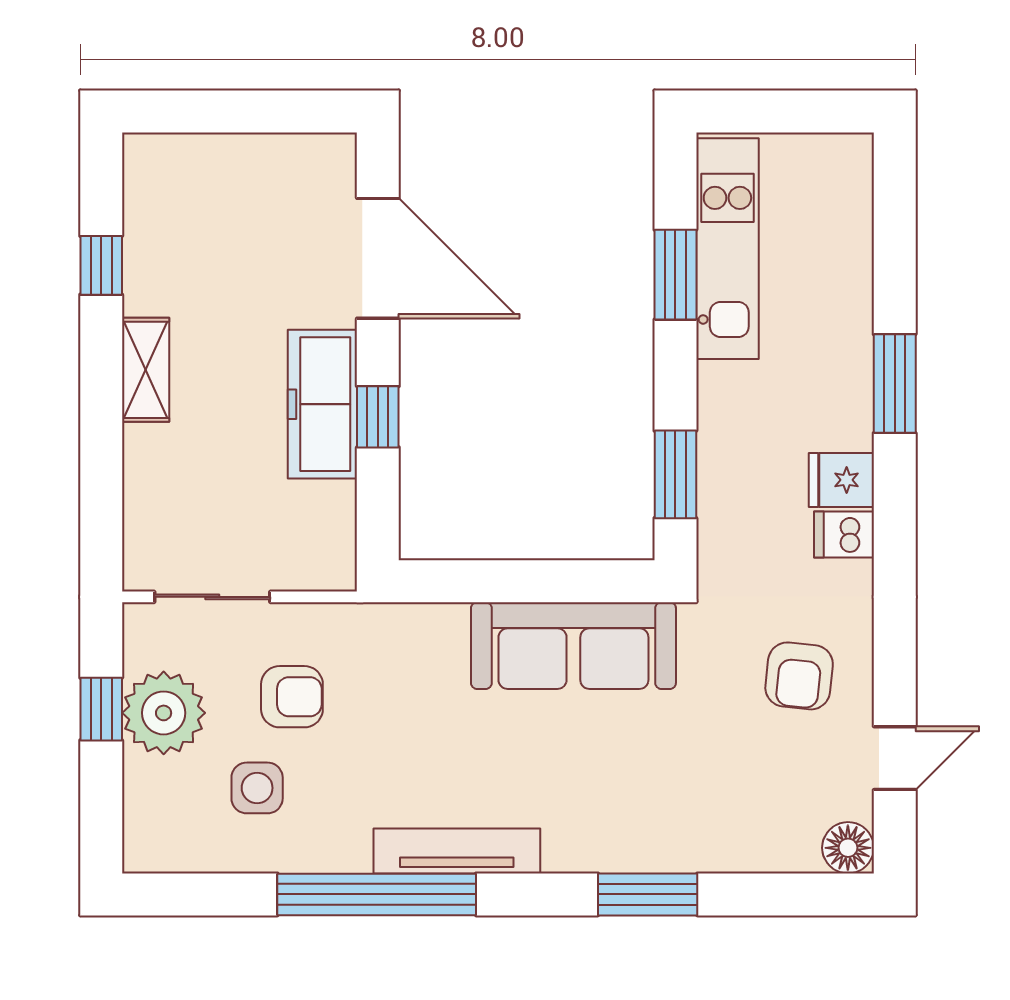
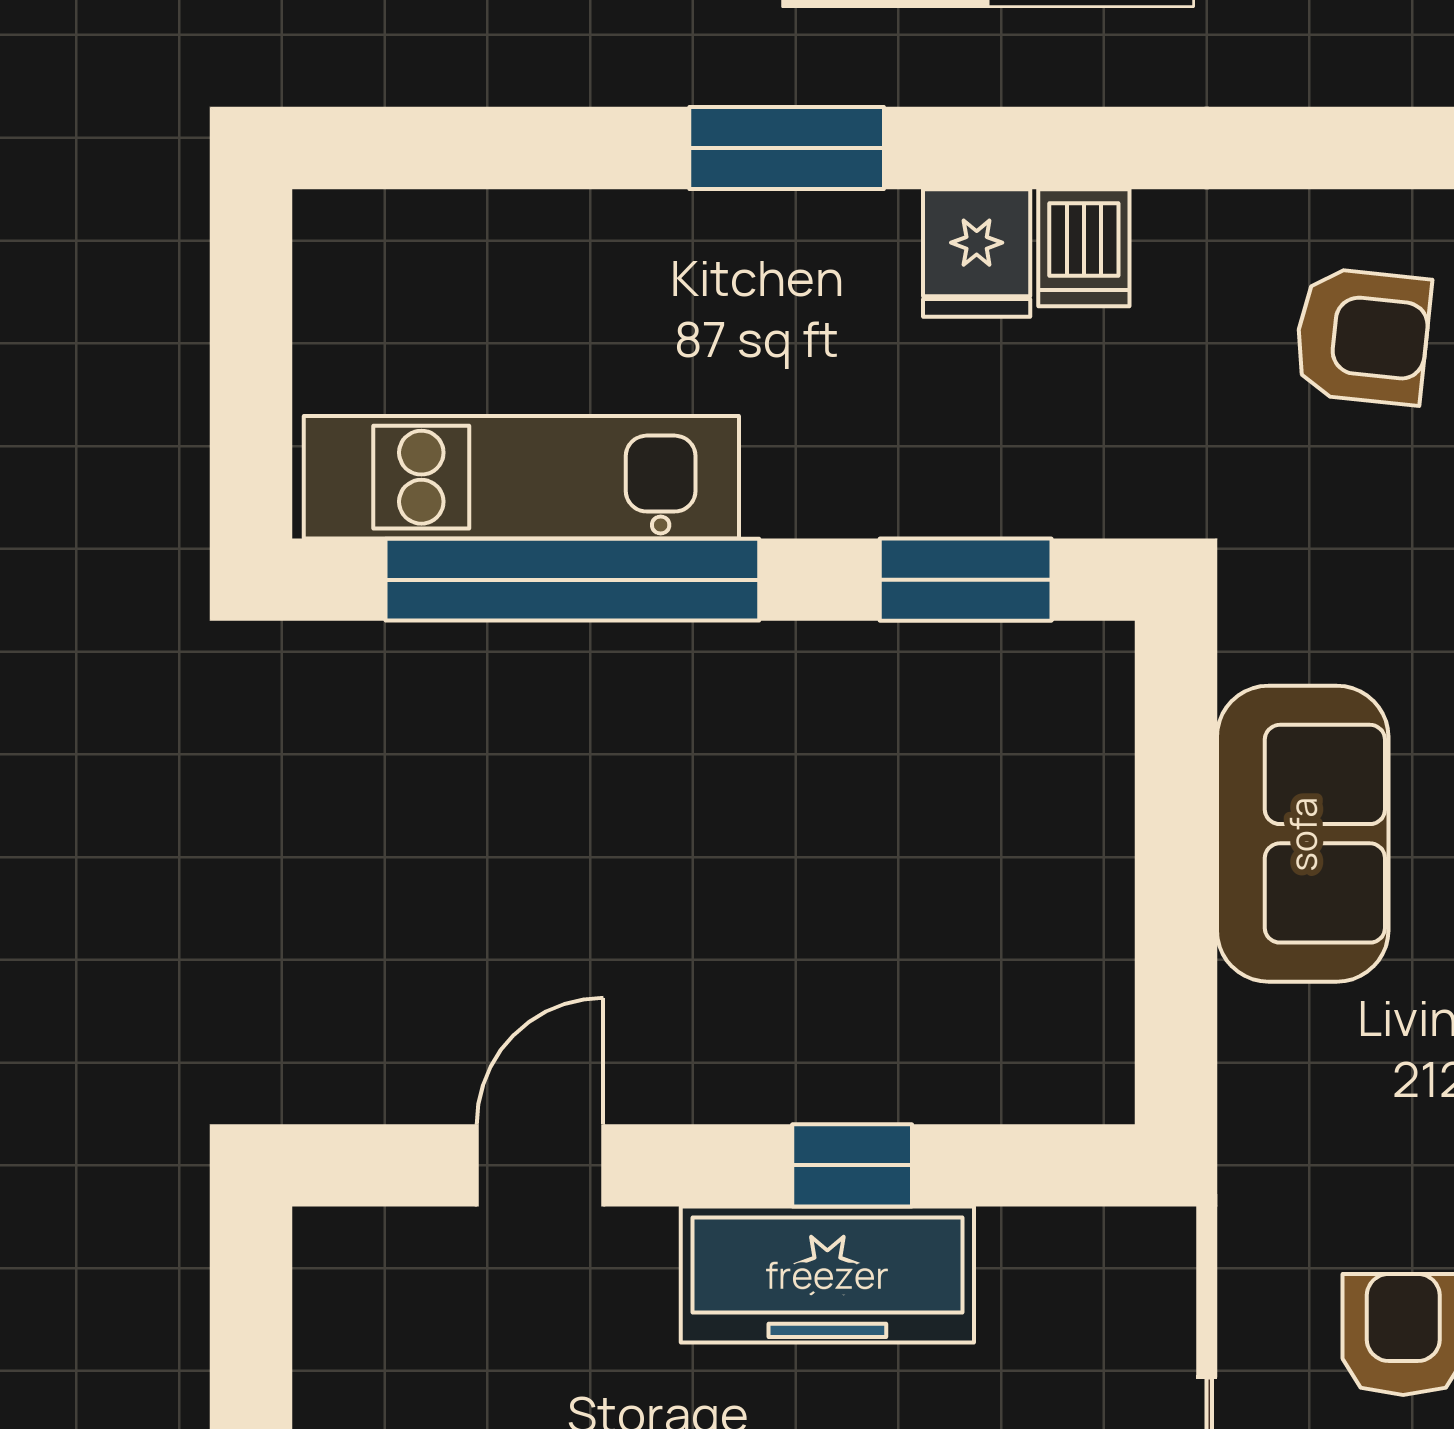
door: (378, 258) -> (540, 1165), width x0.53
window: (675, 275) -> (572, 580), width x2.11
sofa: (573, 646) -> (1303, 834), width x0.73

